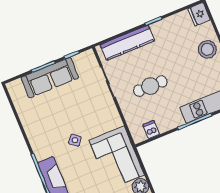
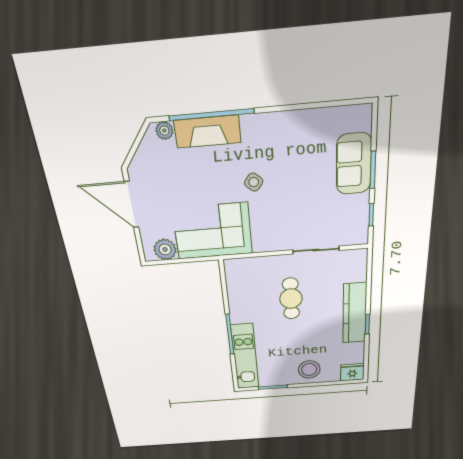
kitchen counter: (127, 43) -> (355, 313), moved
sofa: (50, 78) -> (354, 164), width x0.73
dishwasher: (151, 130) -> (236, 284), removed

